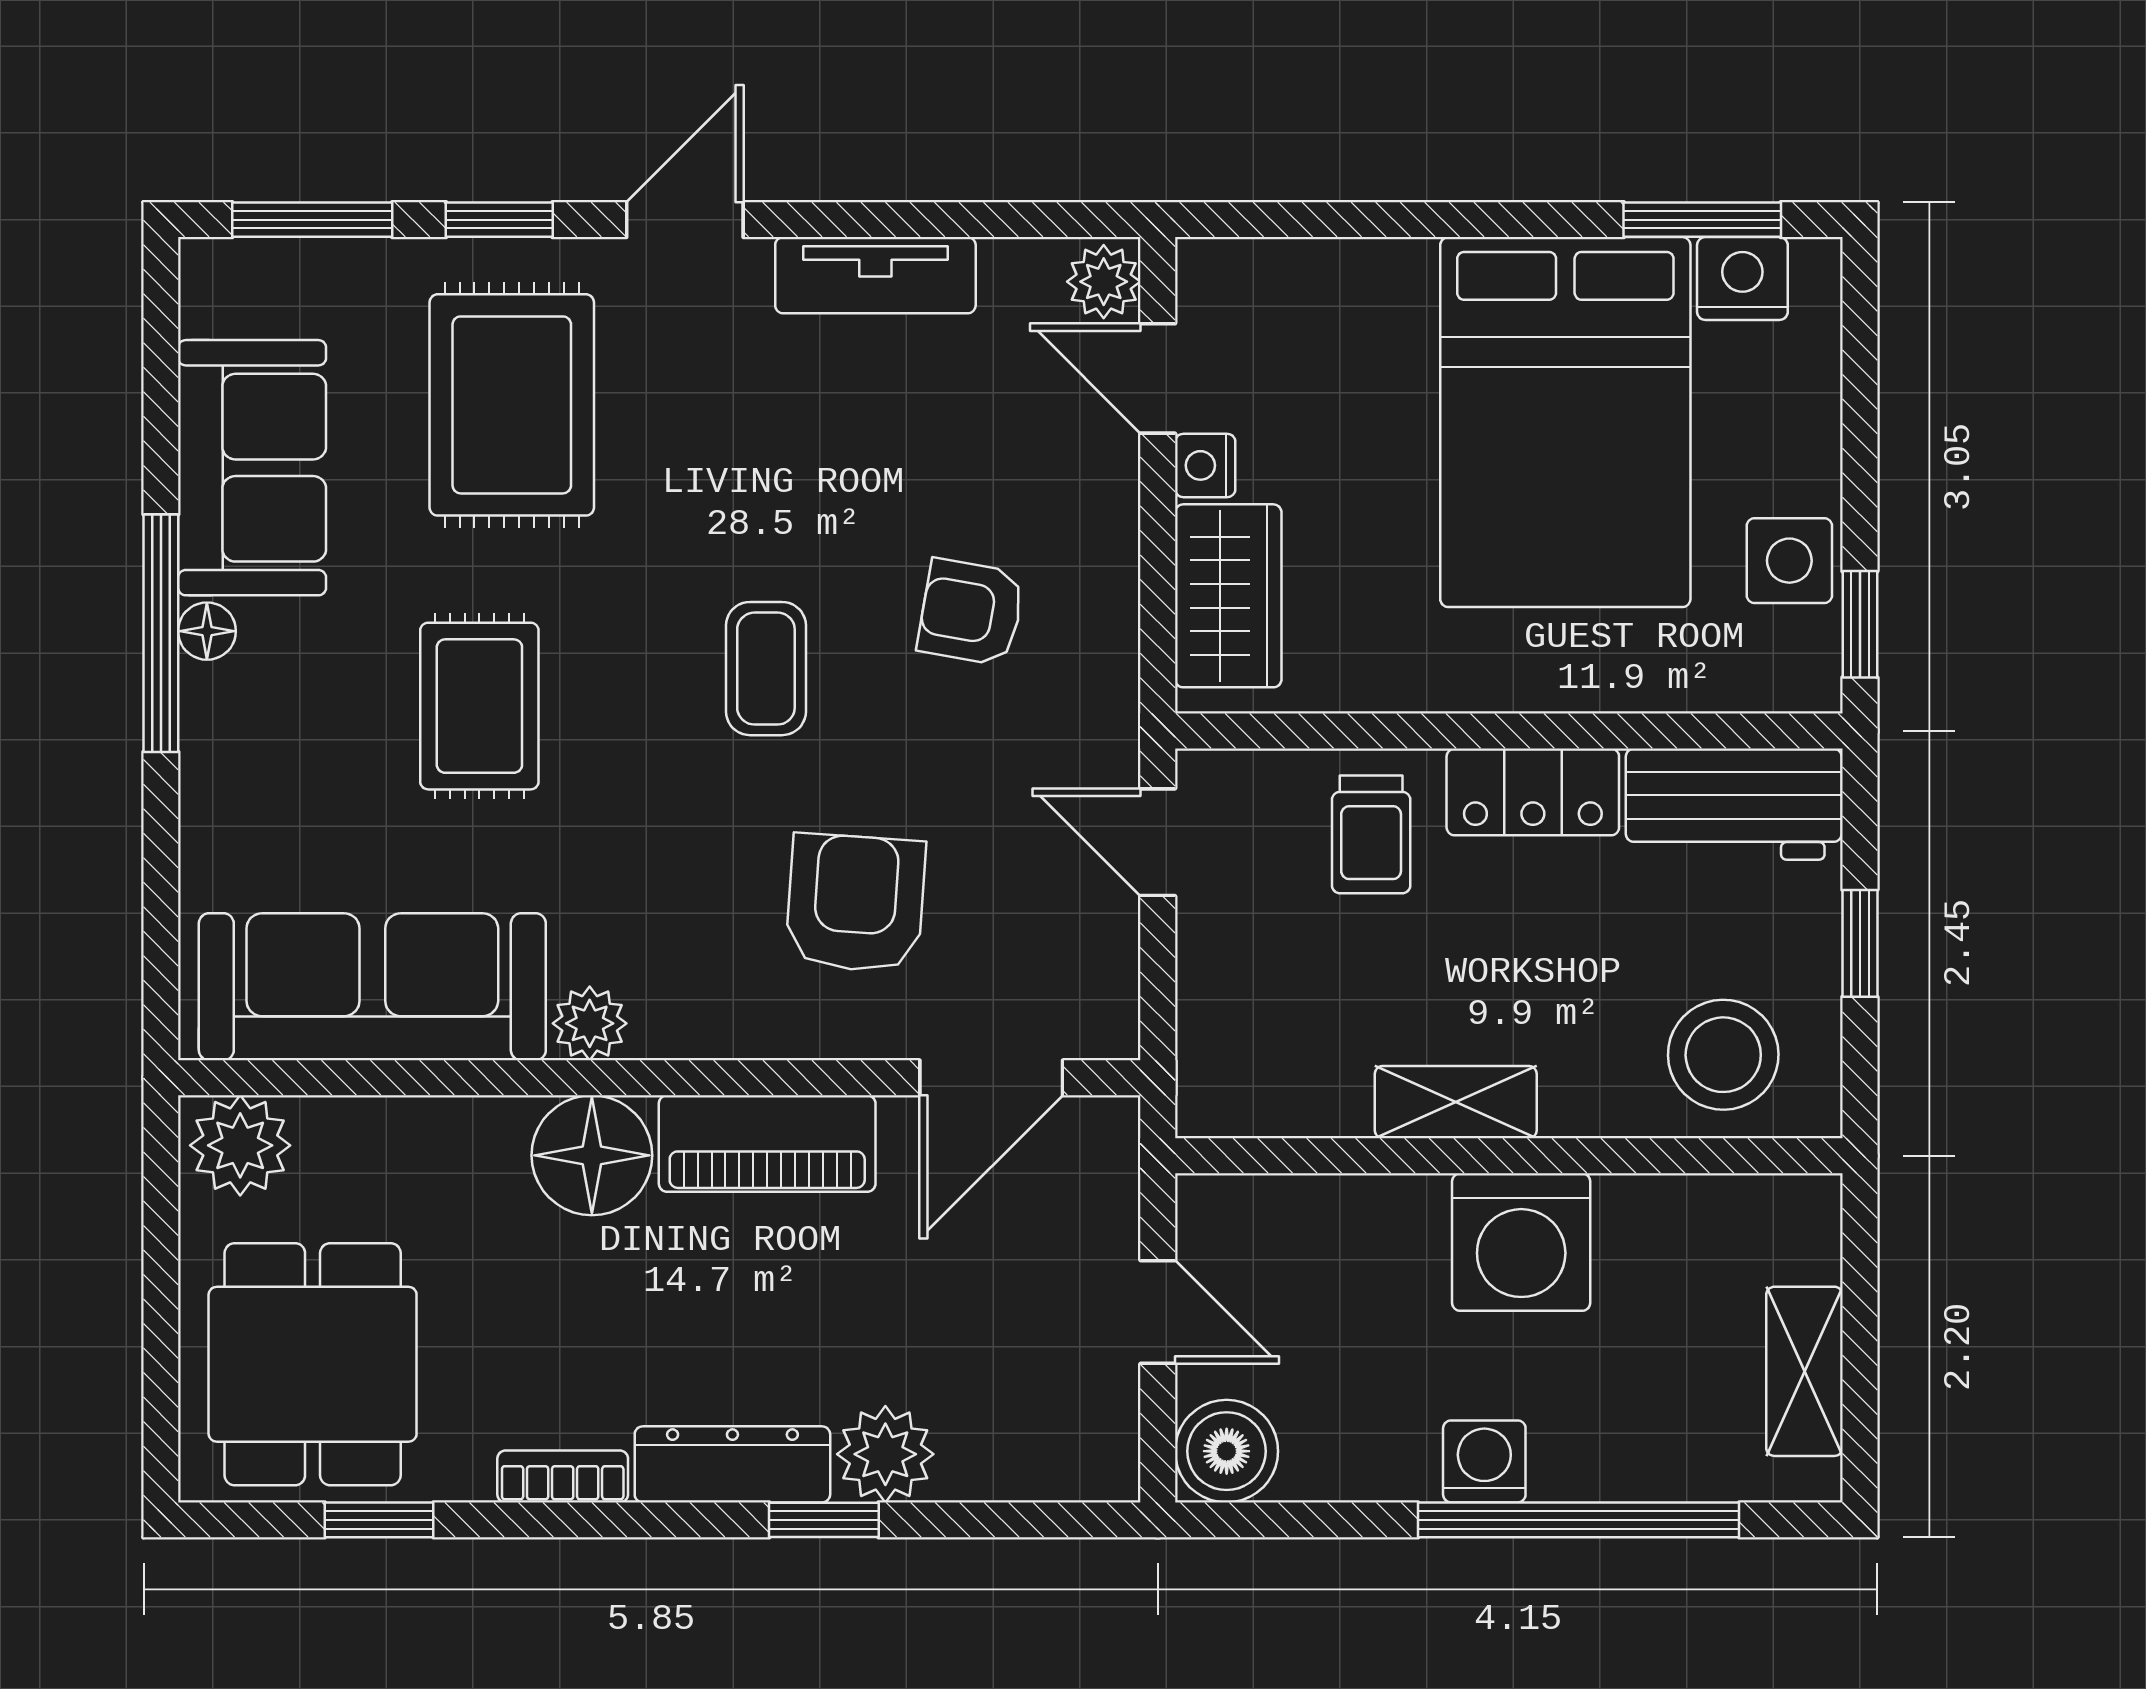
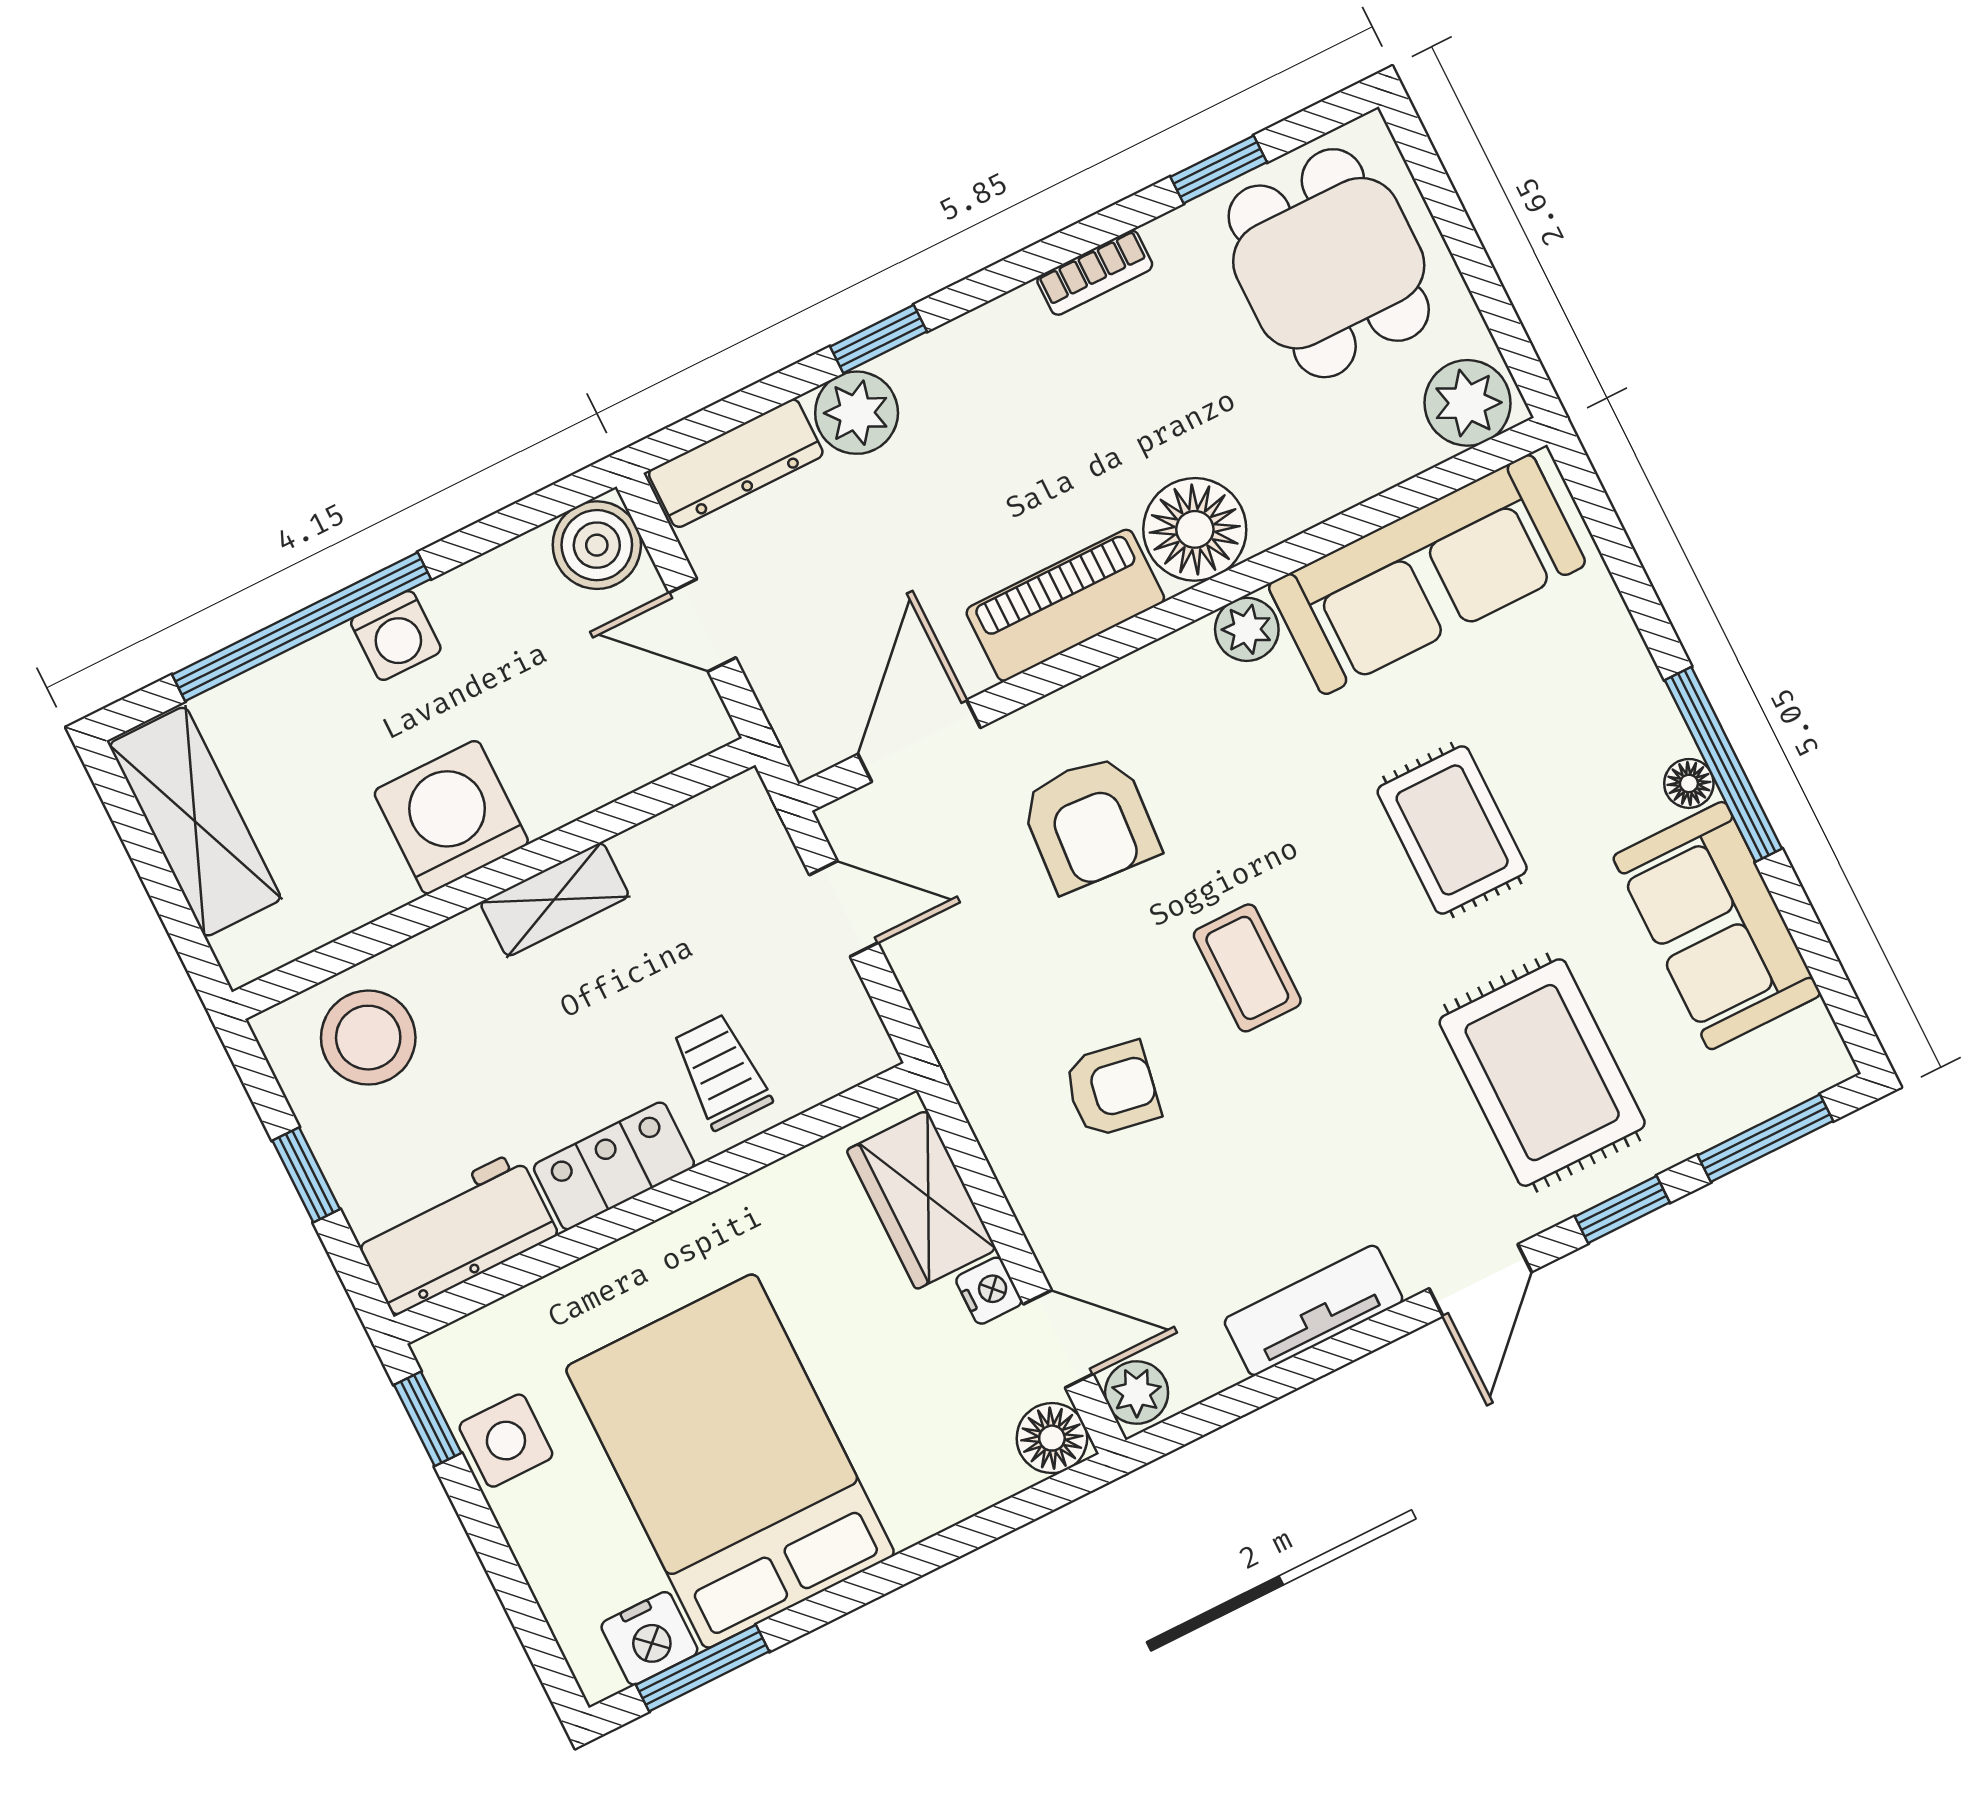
floor lamp: (1216, 278) -> (1052, 1438), added
door: (1158, 842) -> (844, 909), moved
shelving: (1804, 1371) -> (195, 822), width x1.50, depth x1.33
dresser: (732, 1464) -> (736, 463), moved

